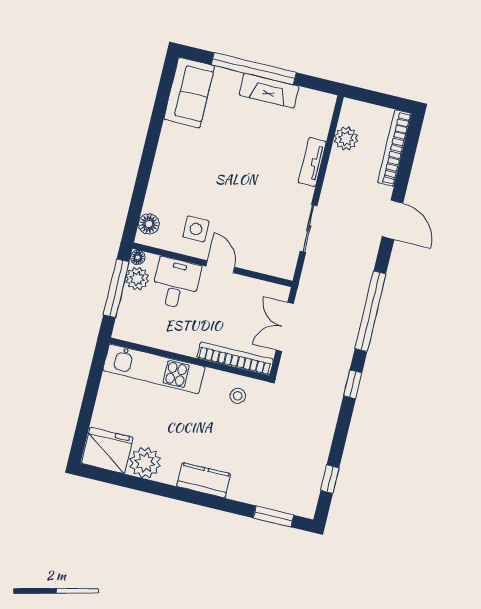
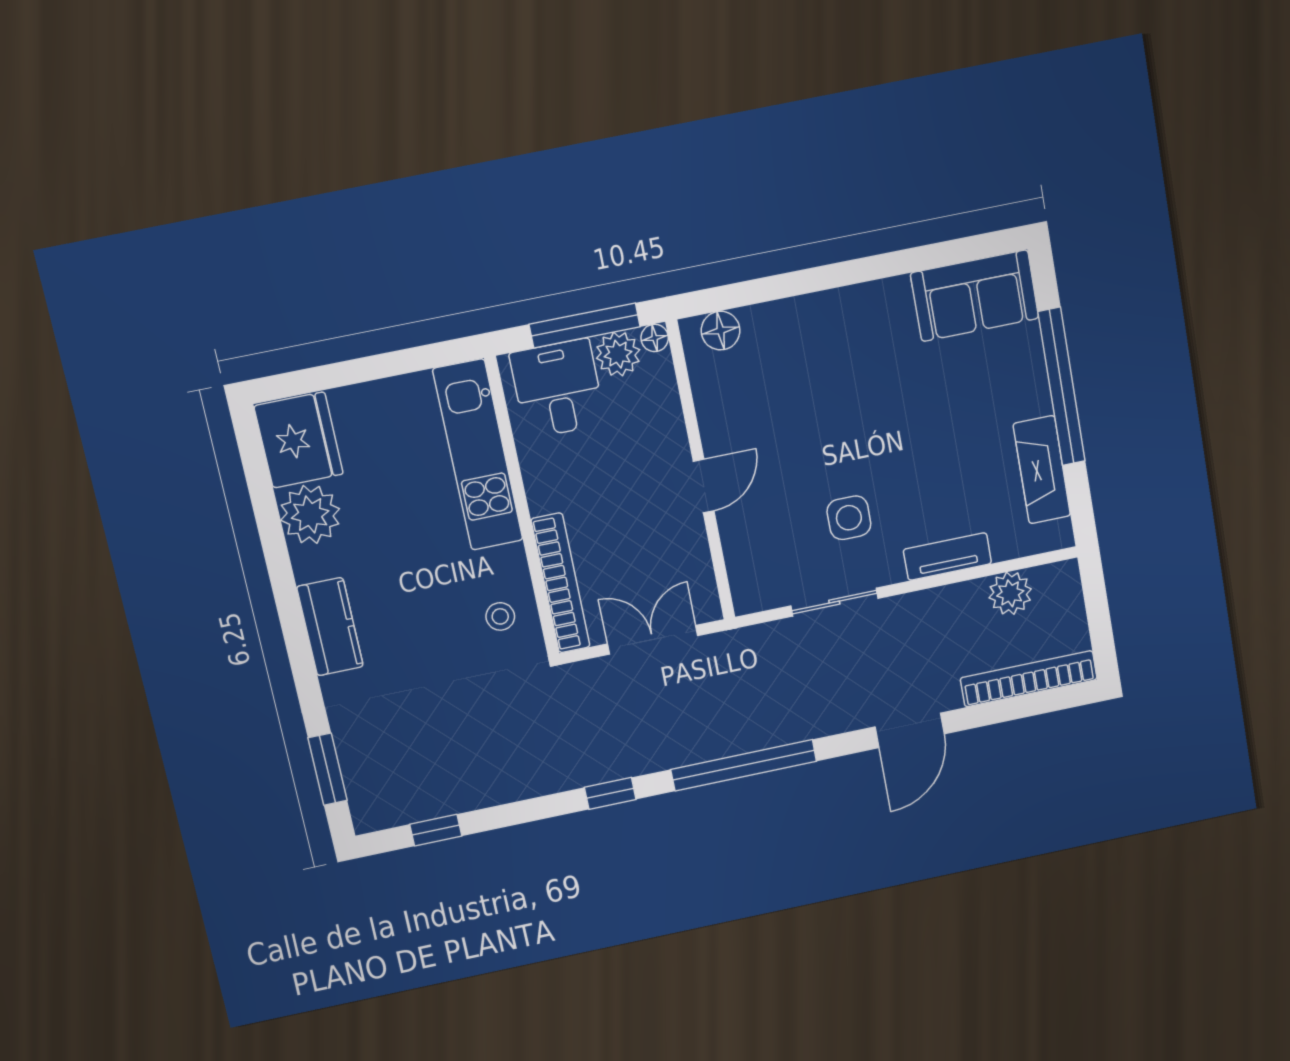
fireplace: (269, 91) -> (1042, 470), moved
side table: (196, 229) -> (849, 518), moved
desk: (176, 283) -> (558, 389), moved, turned -90

